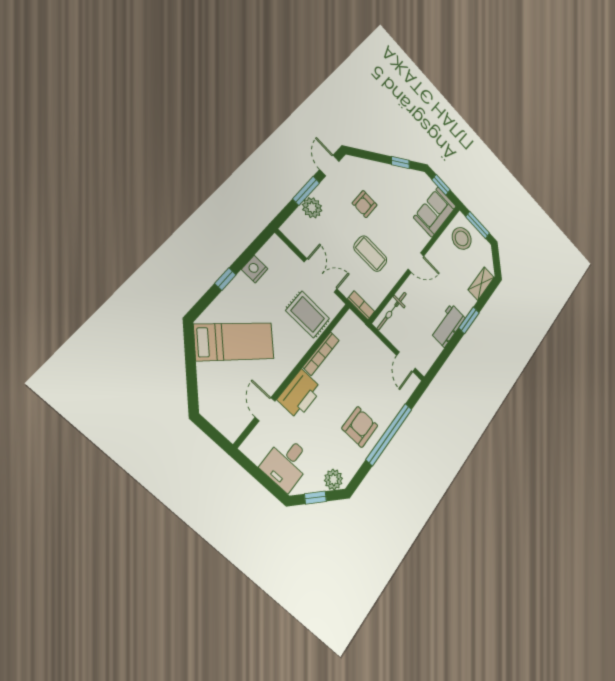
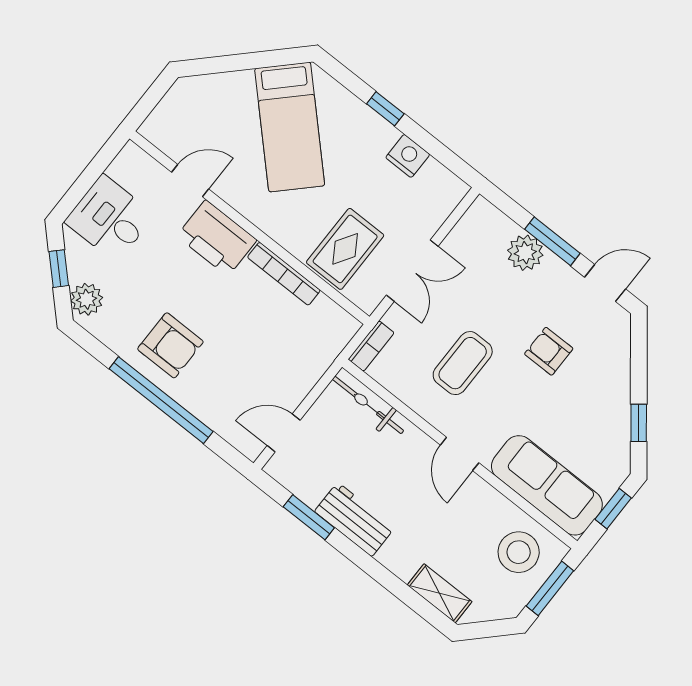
sofa: (435, 212) -> (547, 485), width x1.36
window: (469, 320) -> (309, 517), moved

